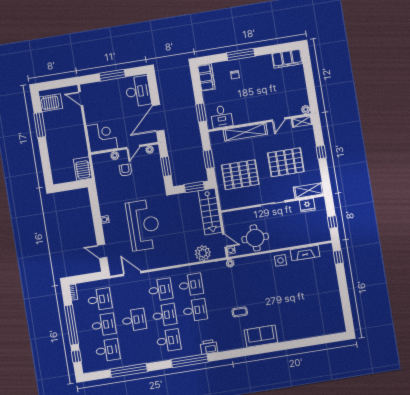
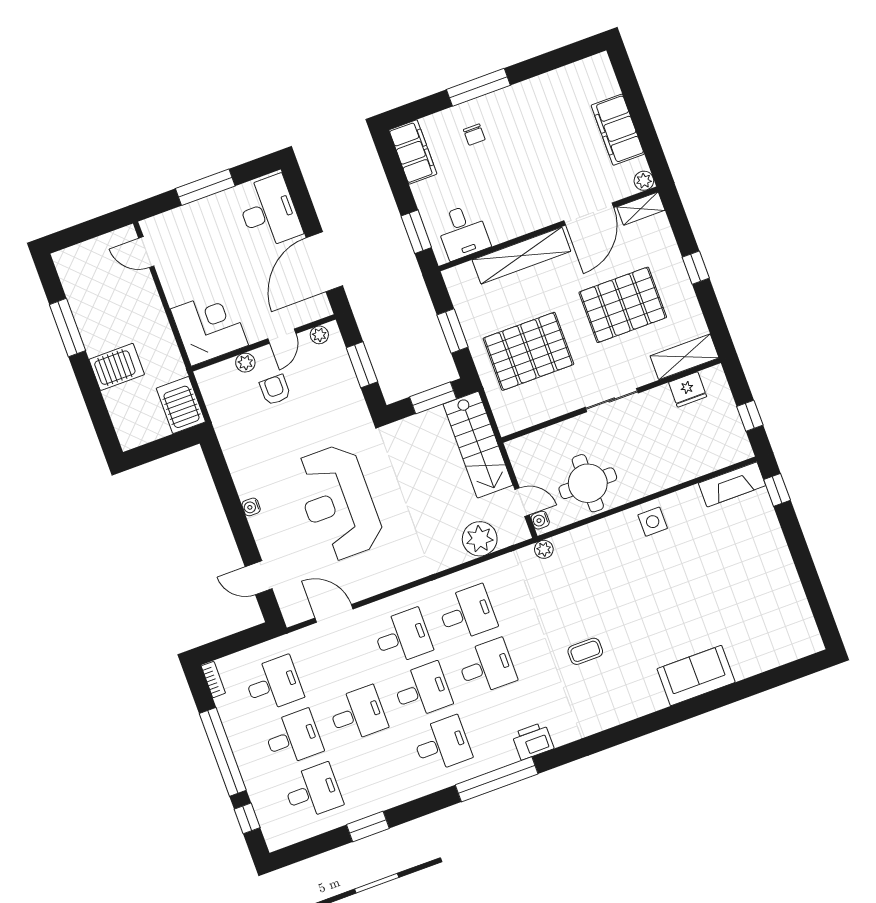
filing cabinet: (287, 59) -> (618, 130), moved, turned 90
server rack: (51, 103) -> (117, 367), moved
door: (279, 119) -> (589, 214), width x1.88
reception desk: (143, 225) -> (338, 503), turned 180
fireplace: (305, 253) -> (732, 484), moved
sofa: (261, 336) -> (696, 676), moved
window: (129, 370) -> (368, 827), width x0.47

